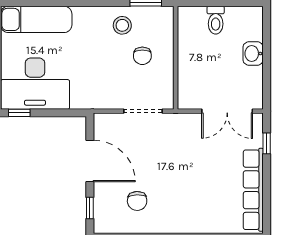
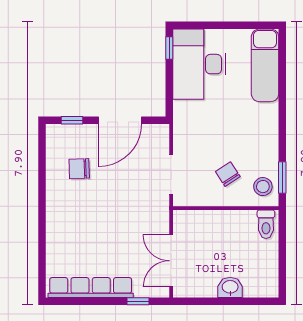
toilet: (216, 20) -> (266, 224), moved, turned -90
stool: (122, 25) -> (263, 187), moved
chair: (142, 56) -> (228, 174), turned 57

